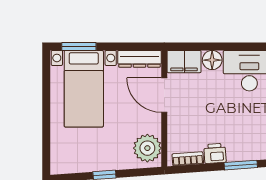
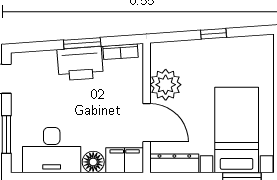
plant: (147, 148) -> (166, 85), moved
printer: (215, 153) -> (80, 64), width x1.87, depth x1.48
window: (241, 165) -> (82, 43), moved

